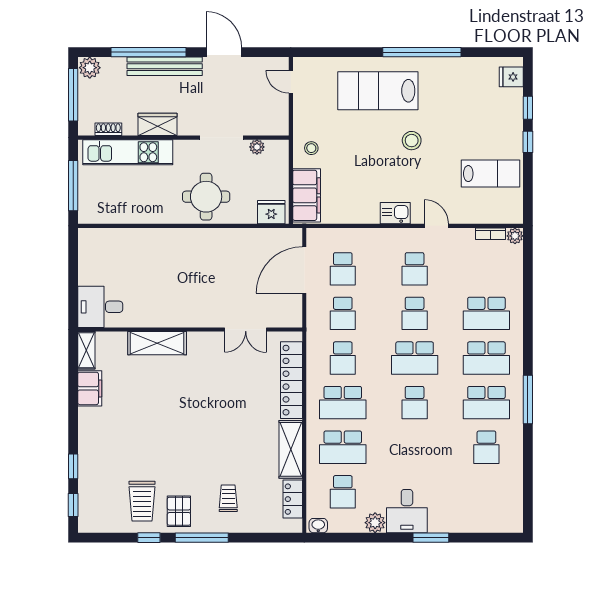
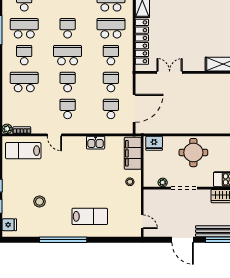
lab bench: (378, 91) -> (90, 216), width x0.73, depth x0.72
stool: (412, 141) -> (40, 202), moved
lab bench: (490, 174) -> (23, 151), moved
kitchen sink: (395, 213) -> (96, 143), moved
school desk: (486, 358) -> (24, 55), width x0.54

